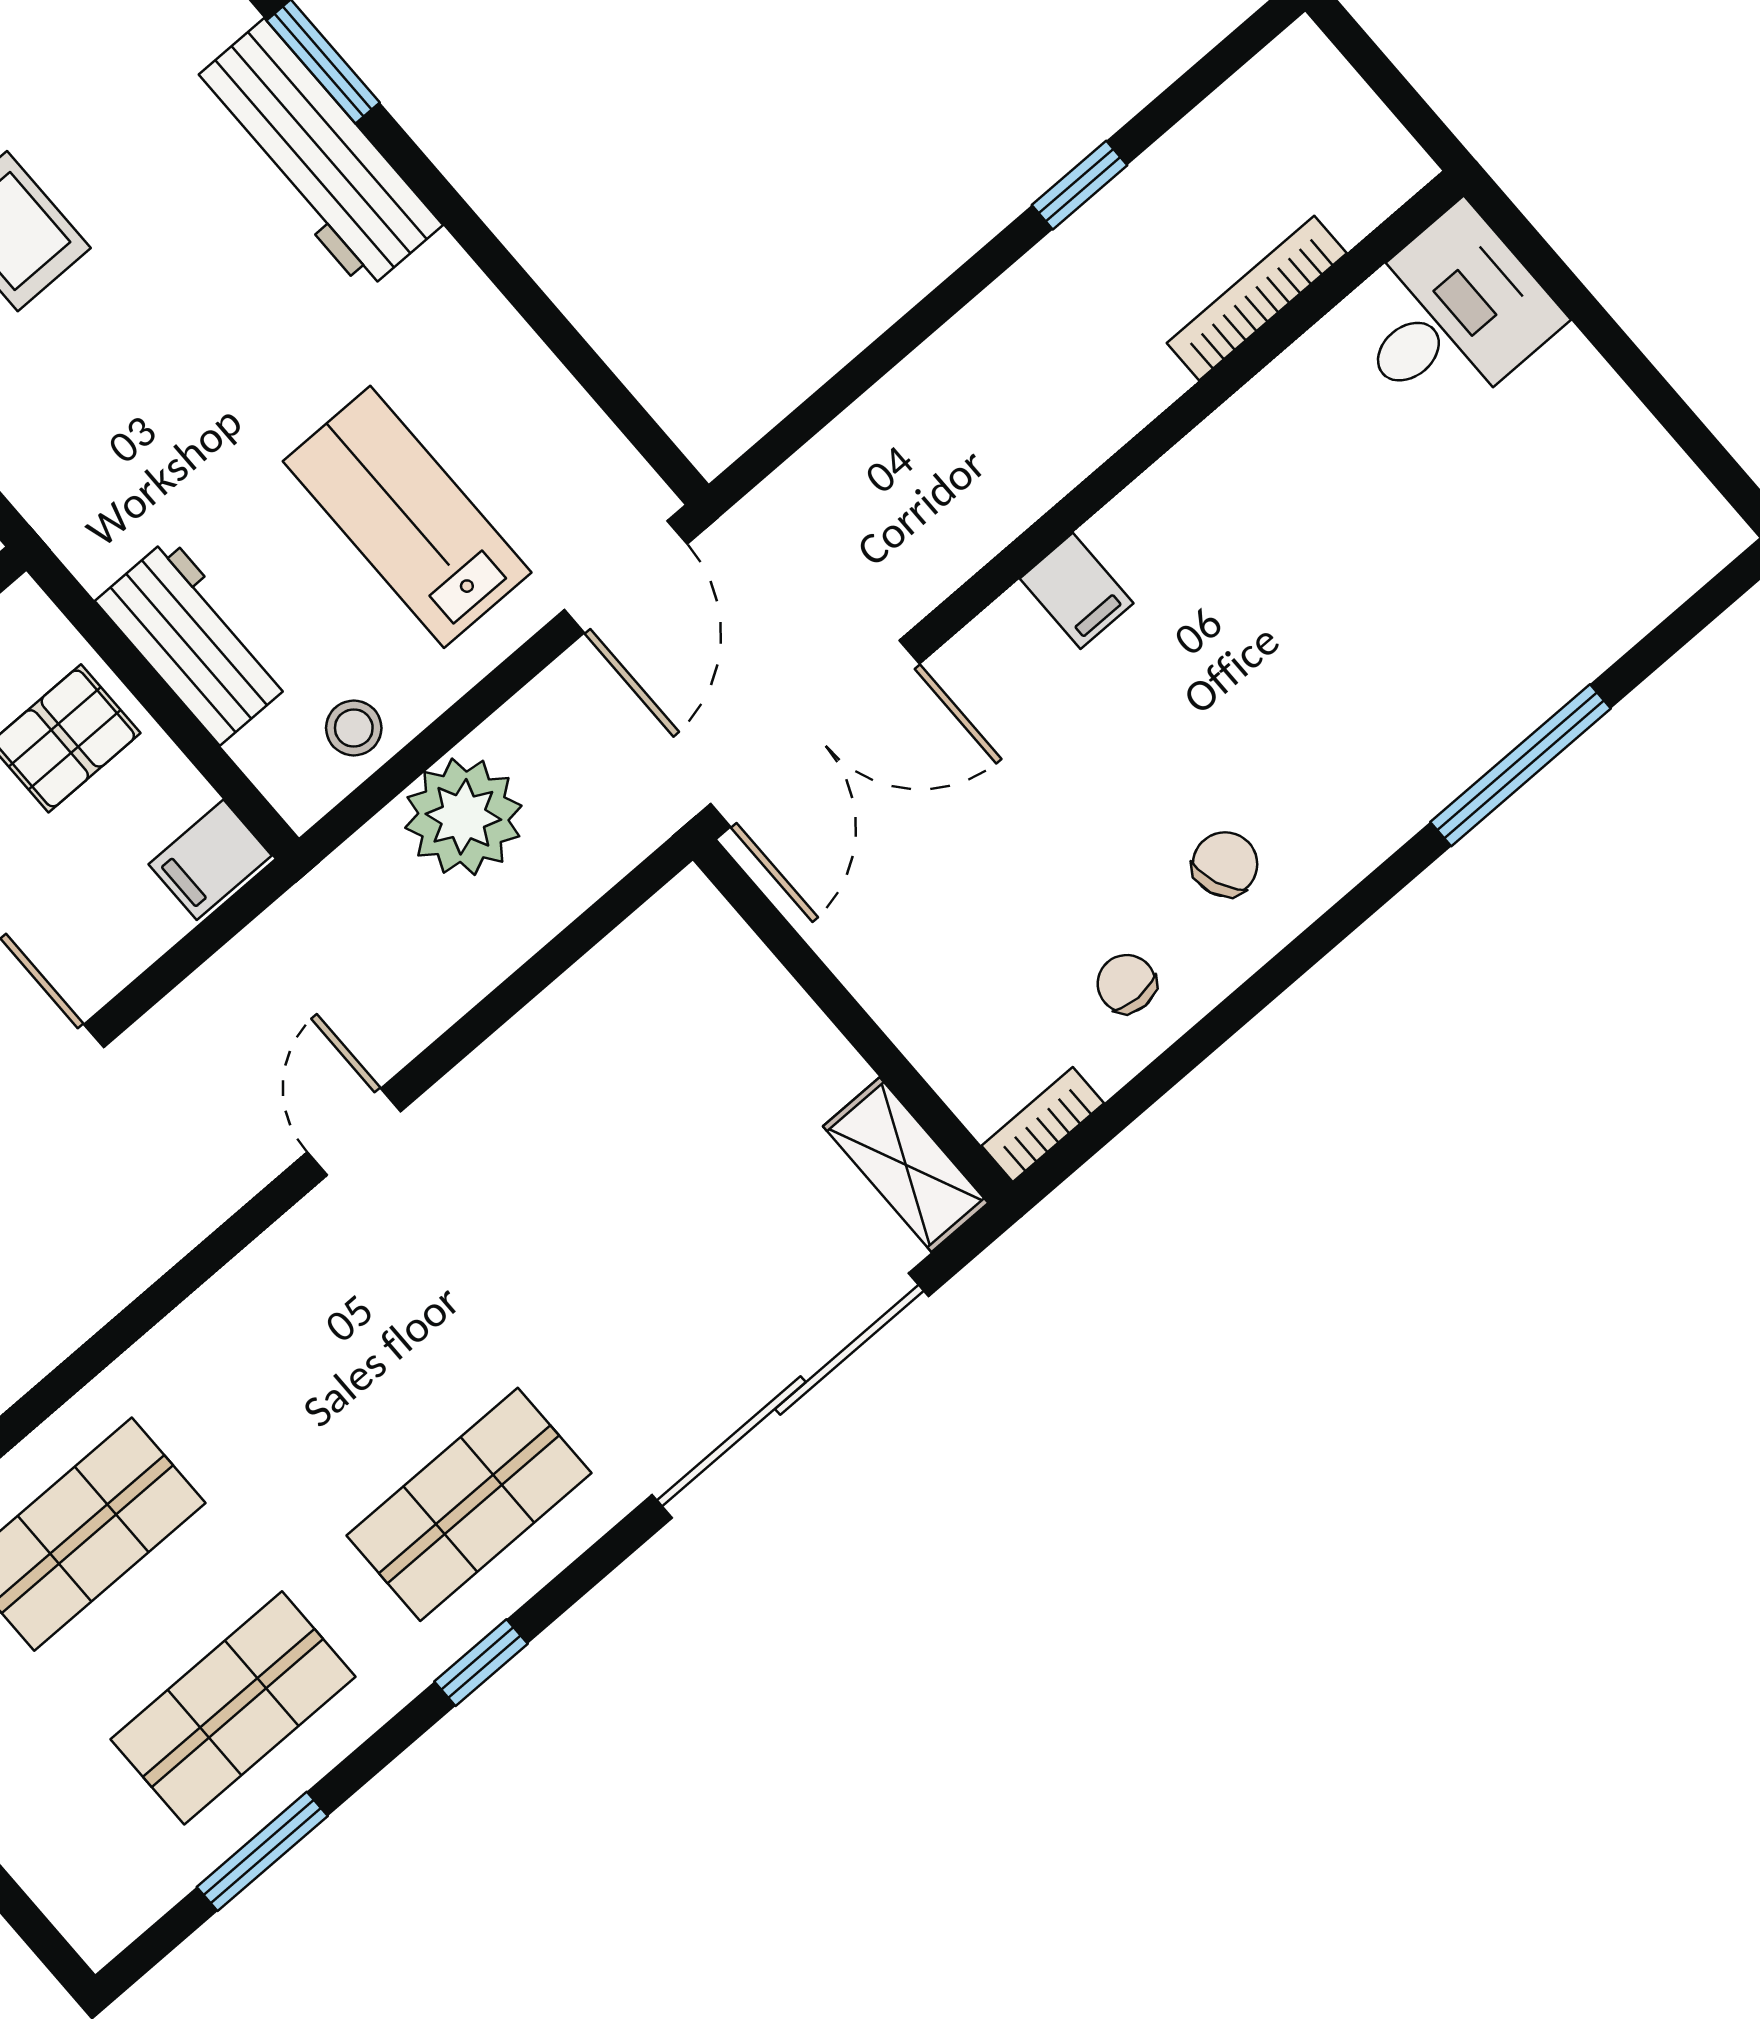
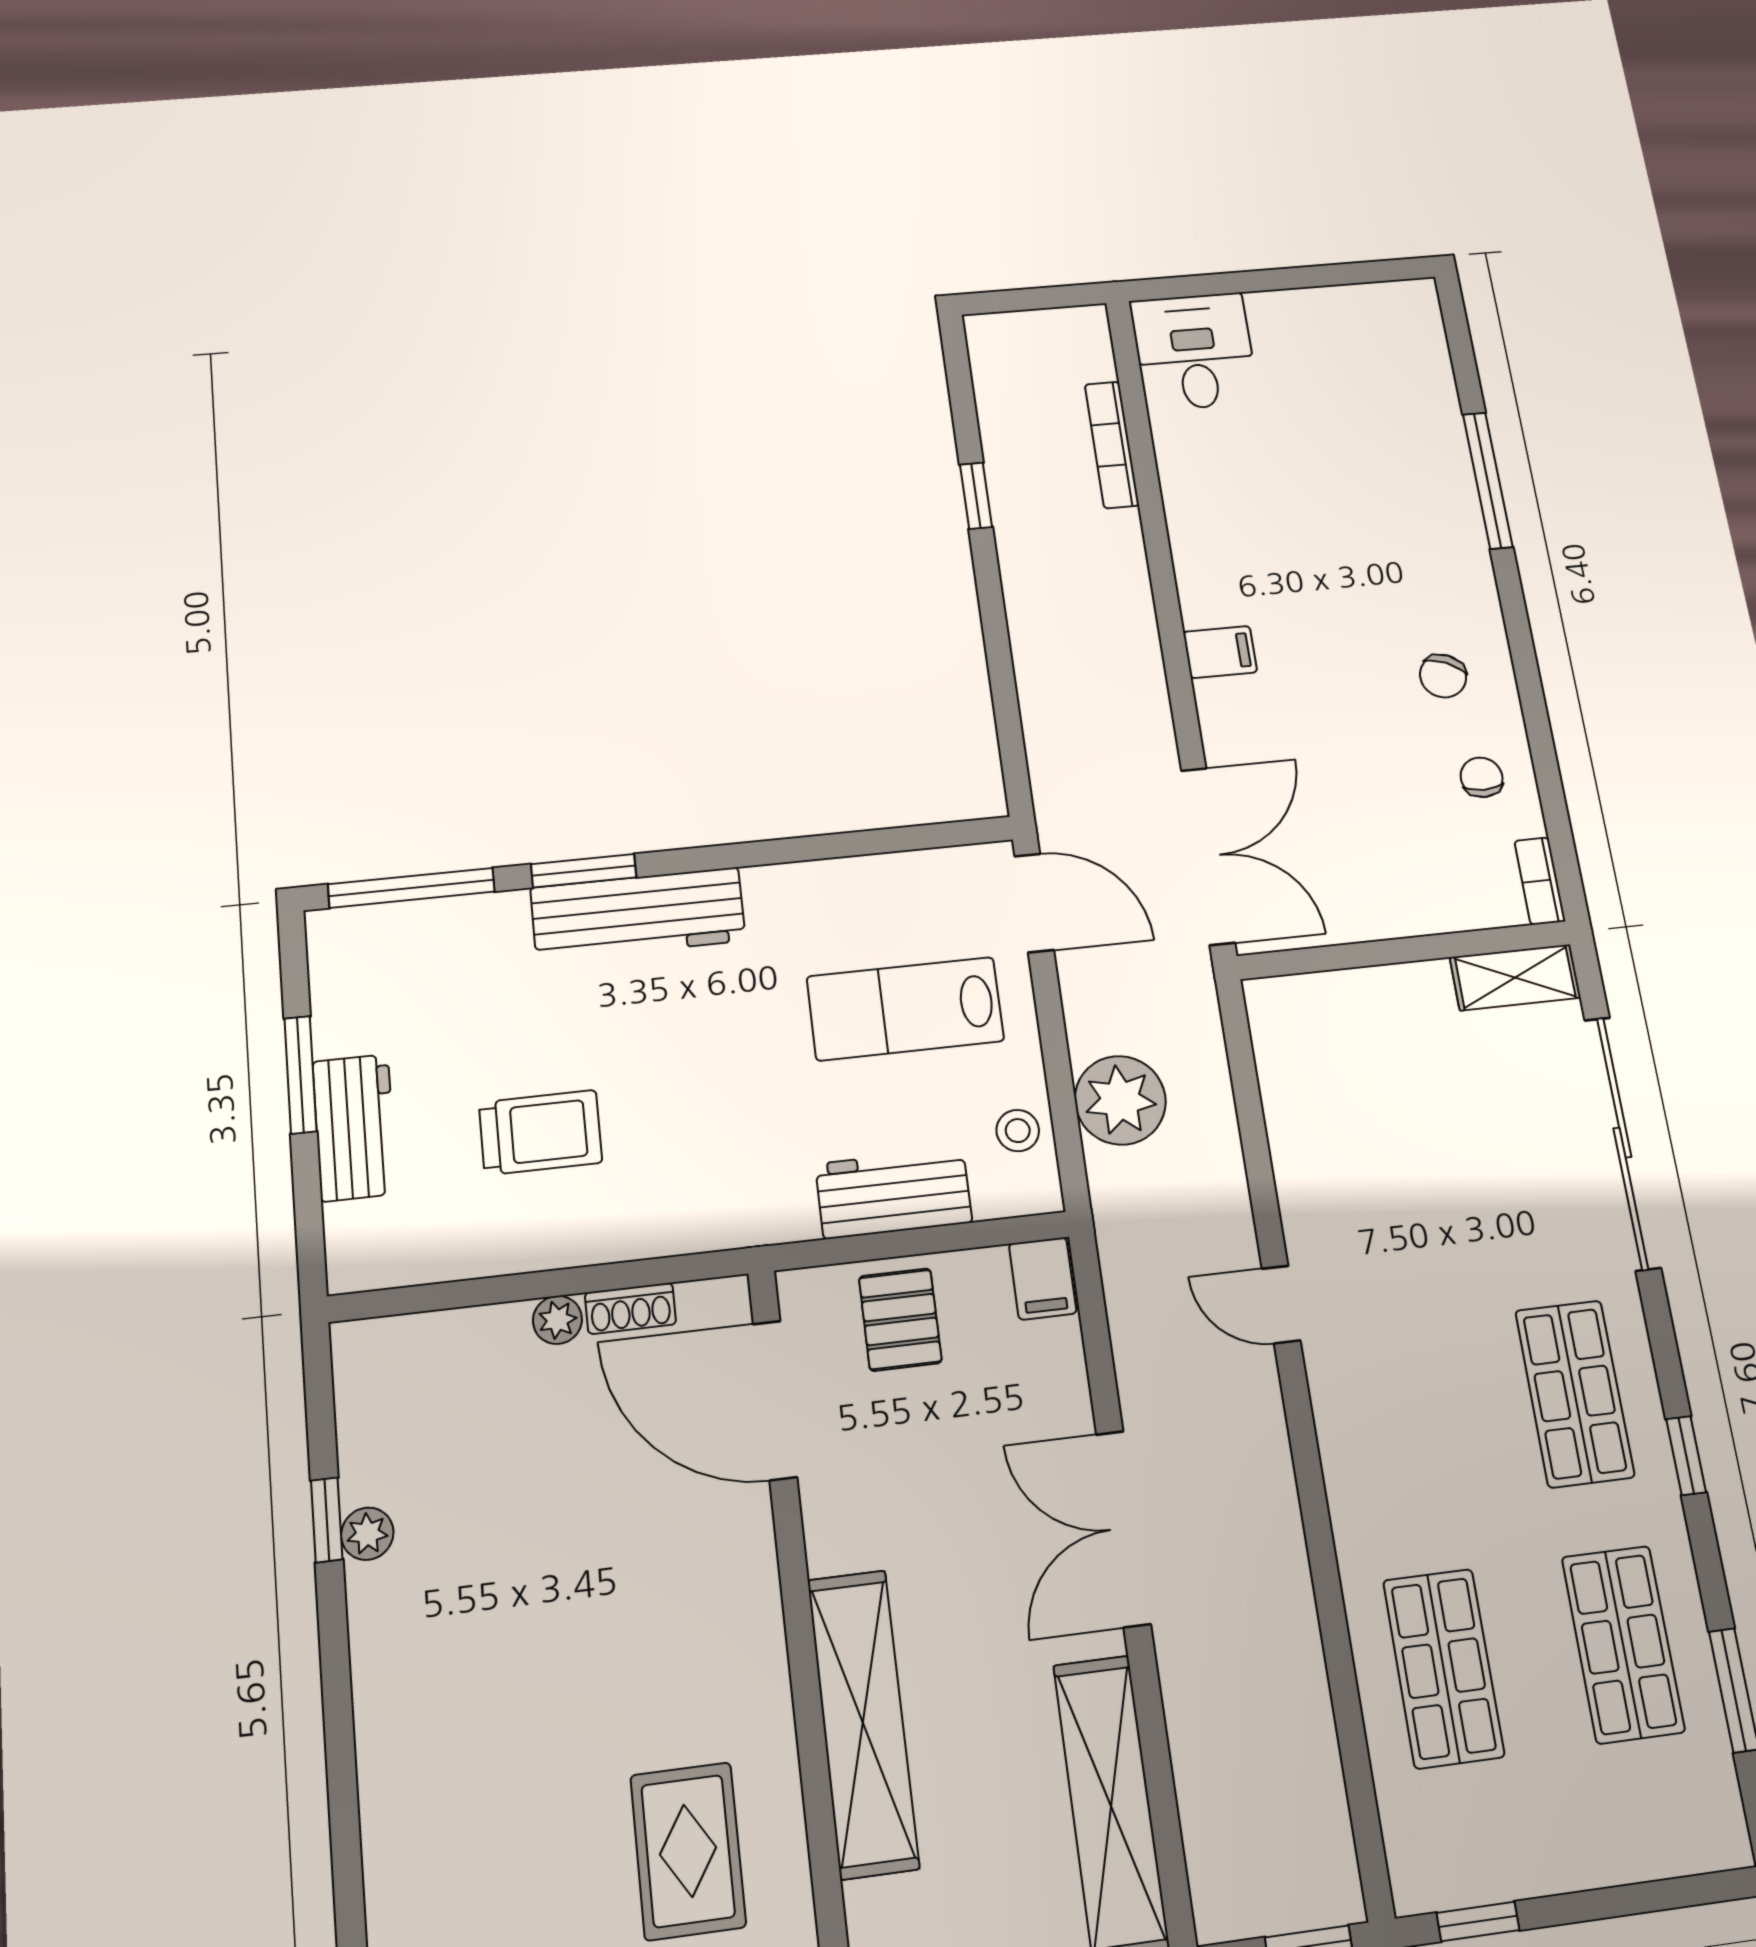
chair: (1225, 864) -> (1443, 676), turned -134
chair: (1127, 984) -> (1482, 777), turned 90

